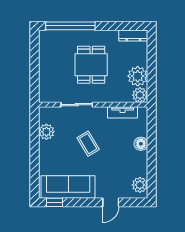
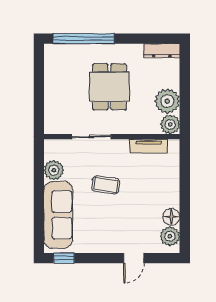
coffee table: (88, 144) -> (106, 185), turned -51
floor lamp: (141, 144) -> (171, 217), moved
sofa: (68, 187) -> (58, 215), moved, turned 90

